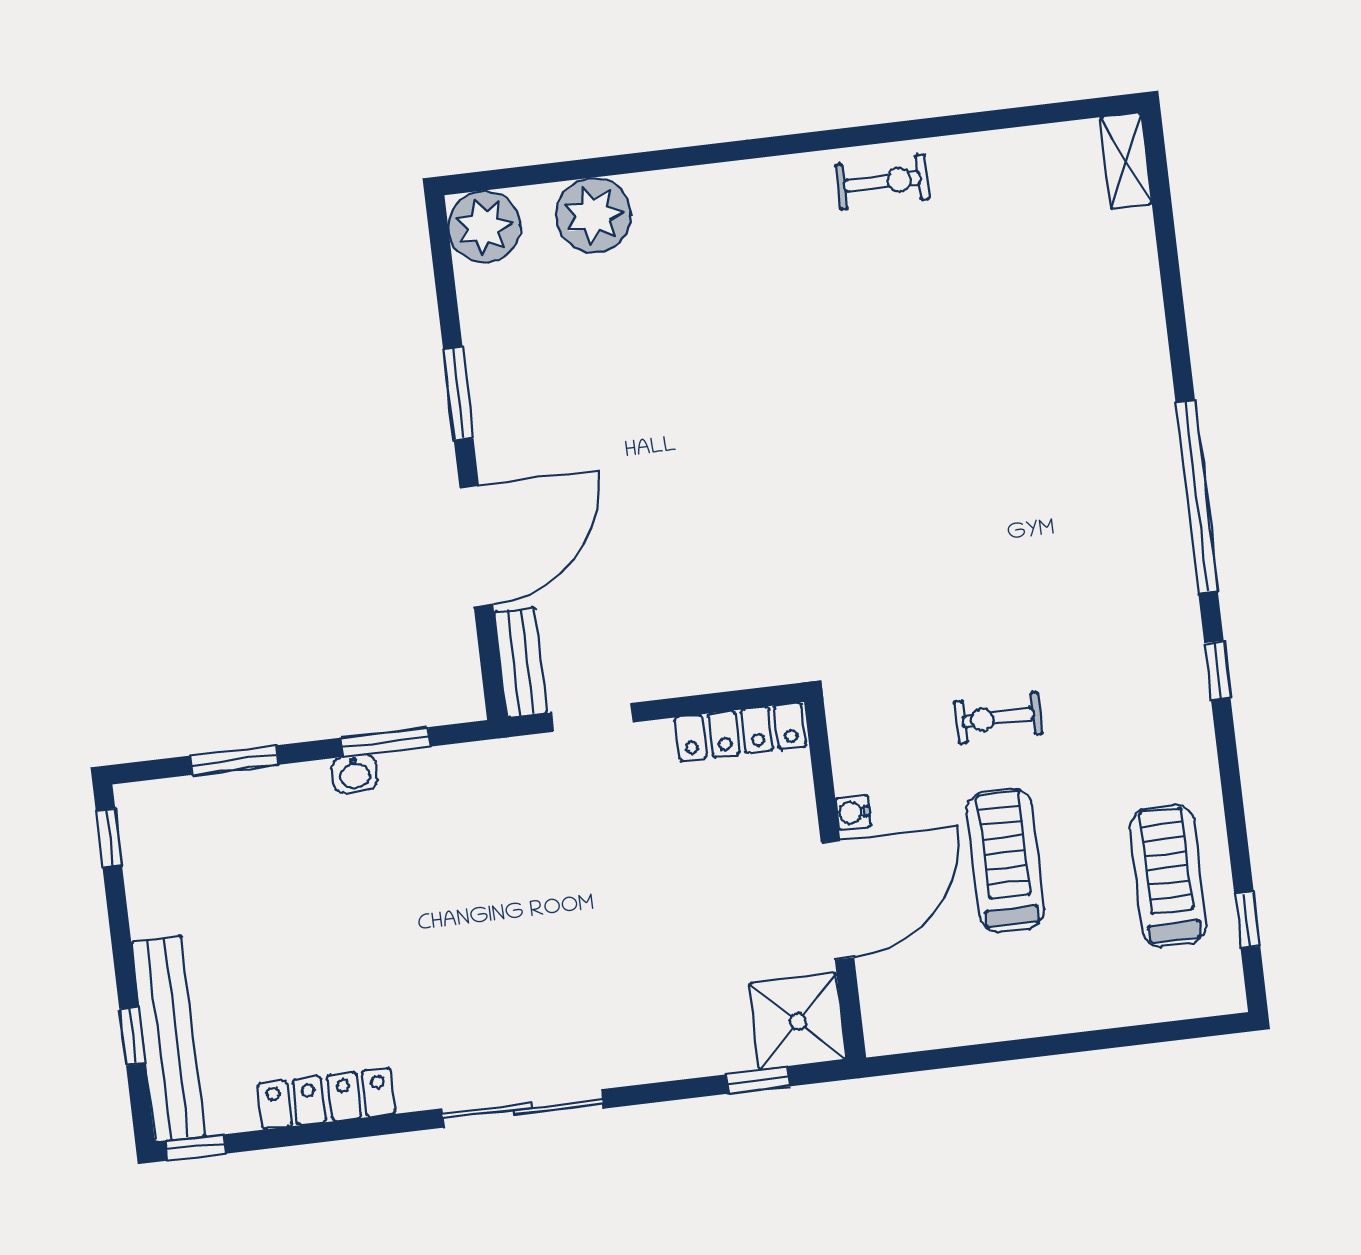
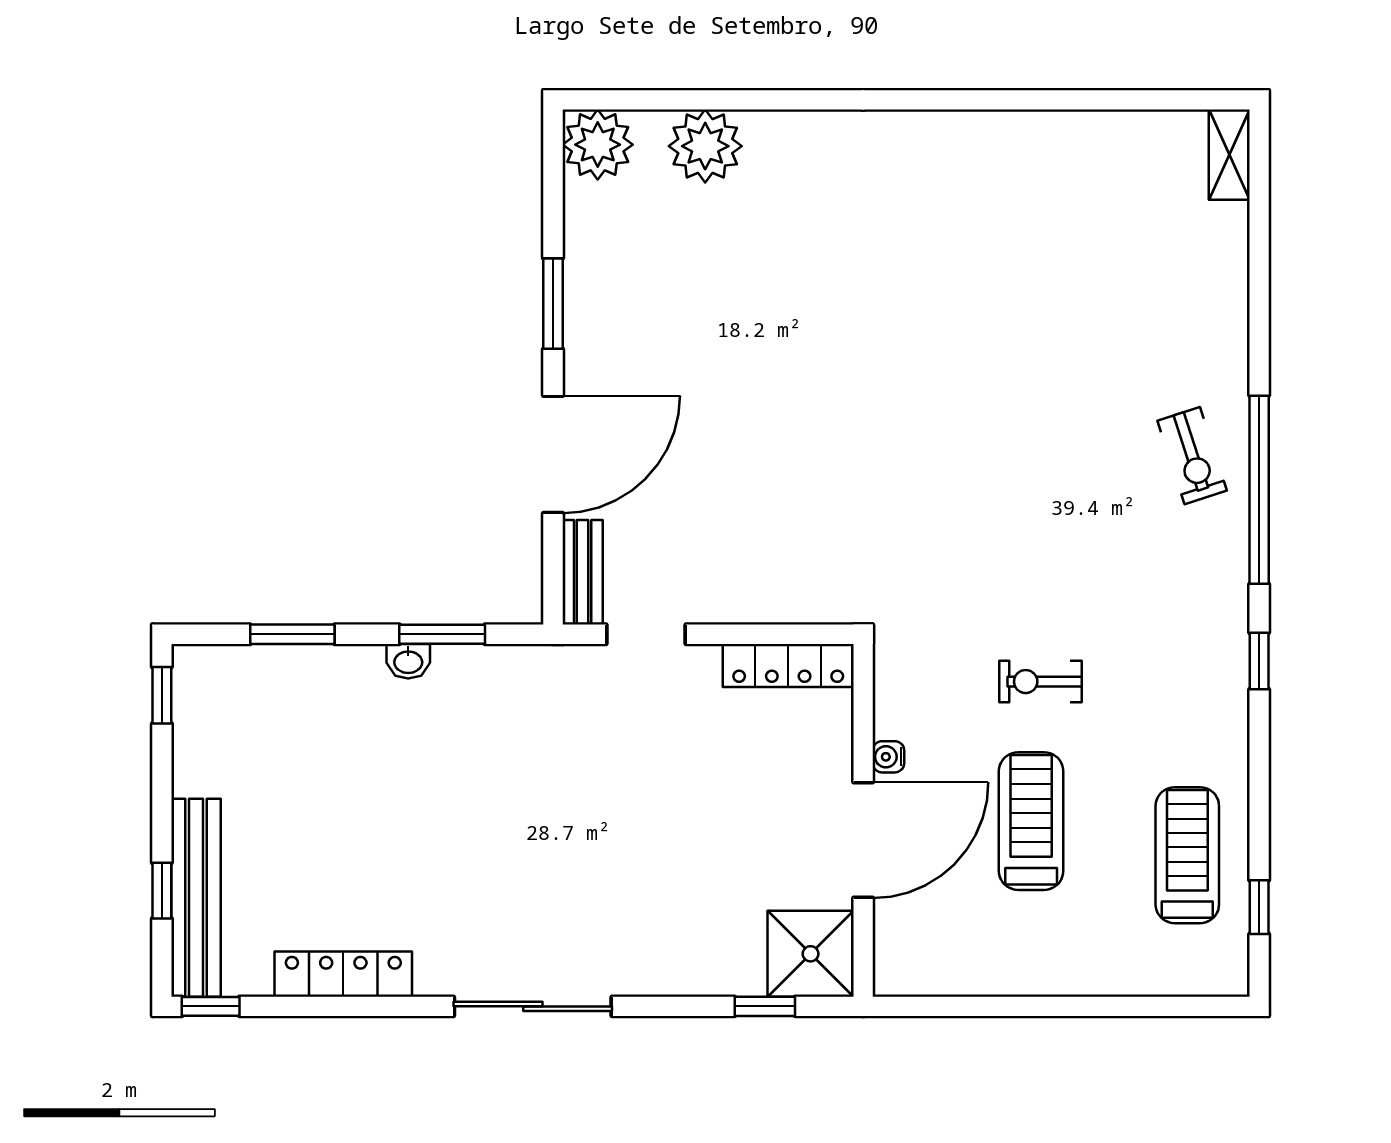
exercise bike: (882, 182) -> (1192, 456), moved, turned 72

